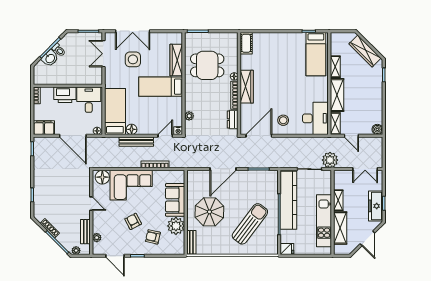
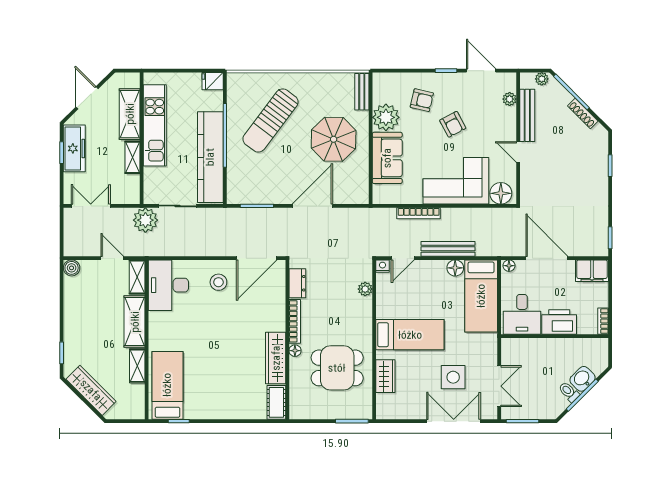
wardrobe: (176, 60) -> (385, 376), width x0.67
wardrobe: (247, 87) -> (276, 358), moved
bench: (85, 232) -> (527, 115), width x1.36

